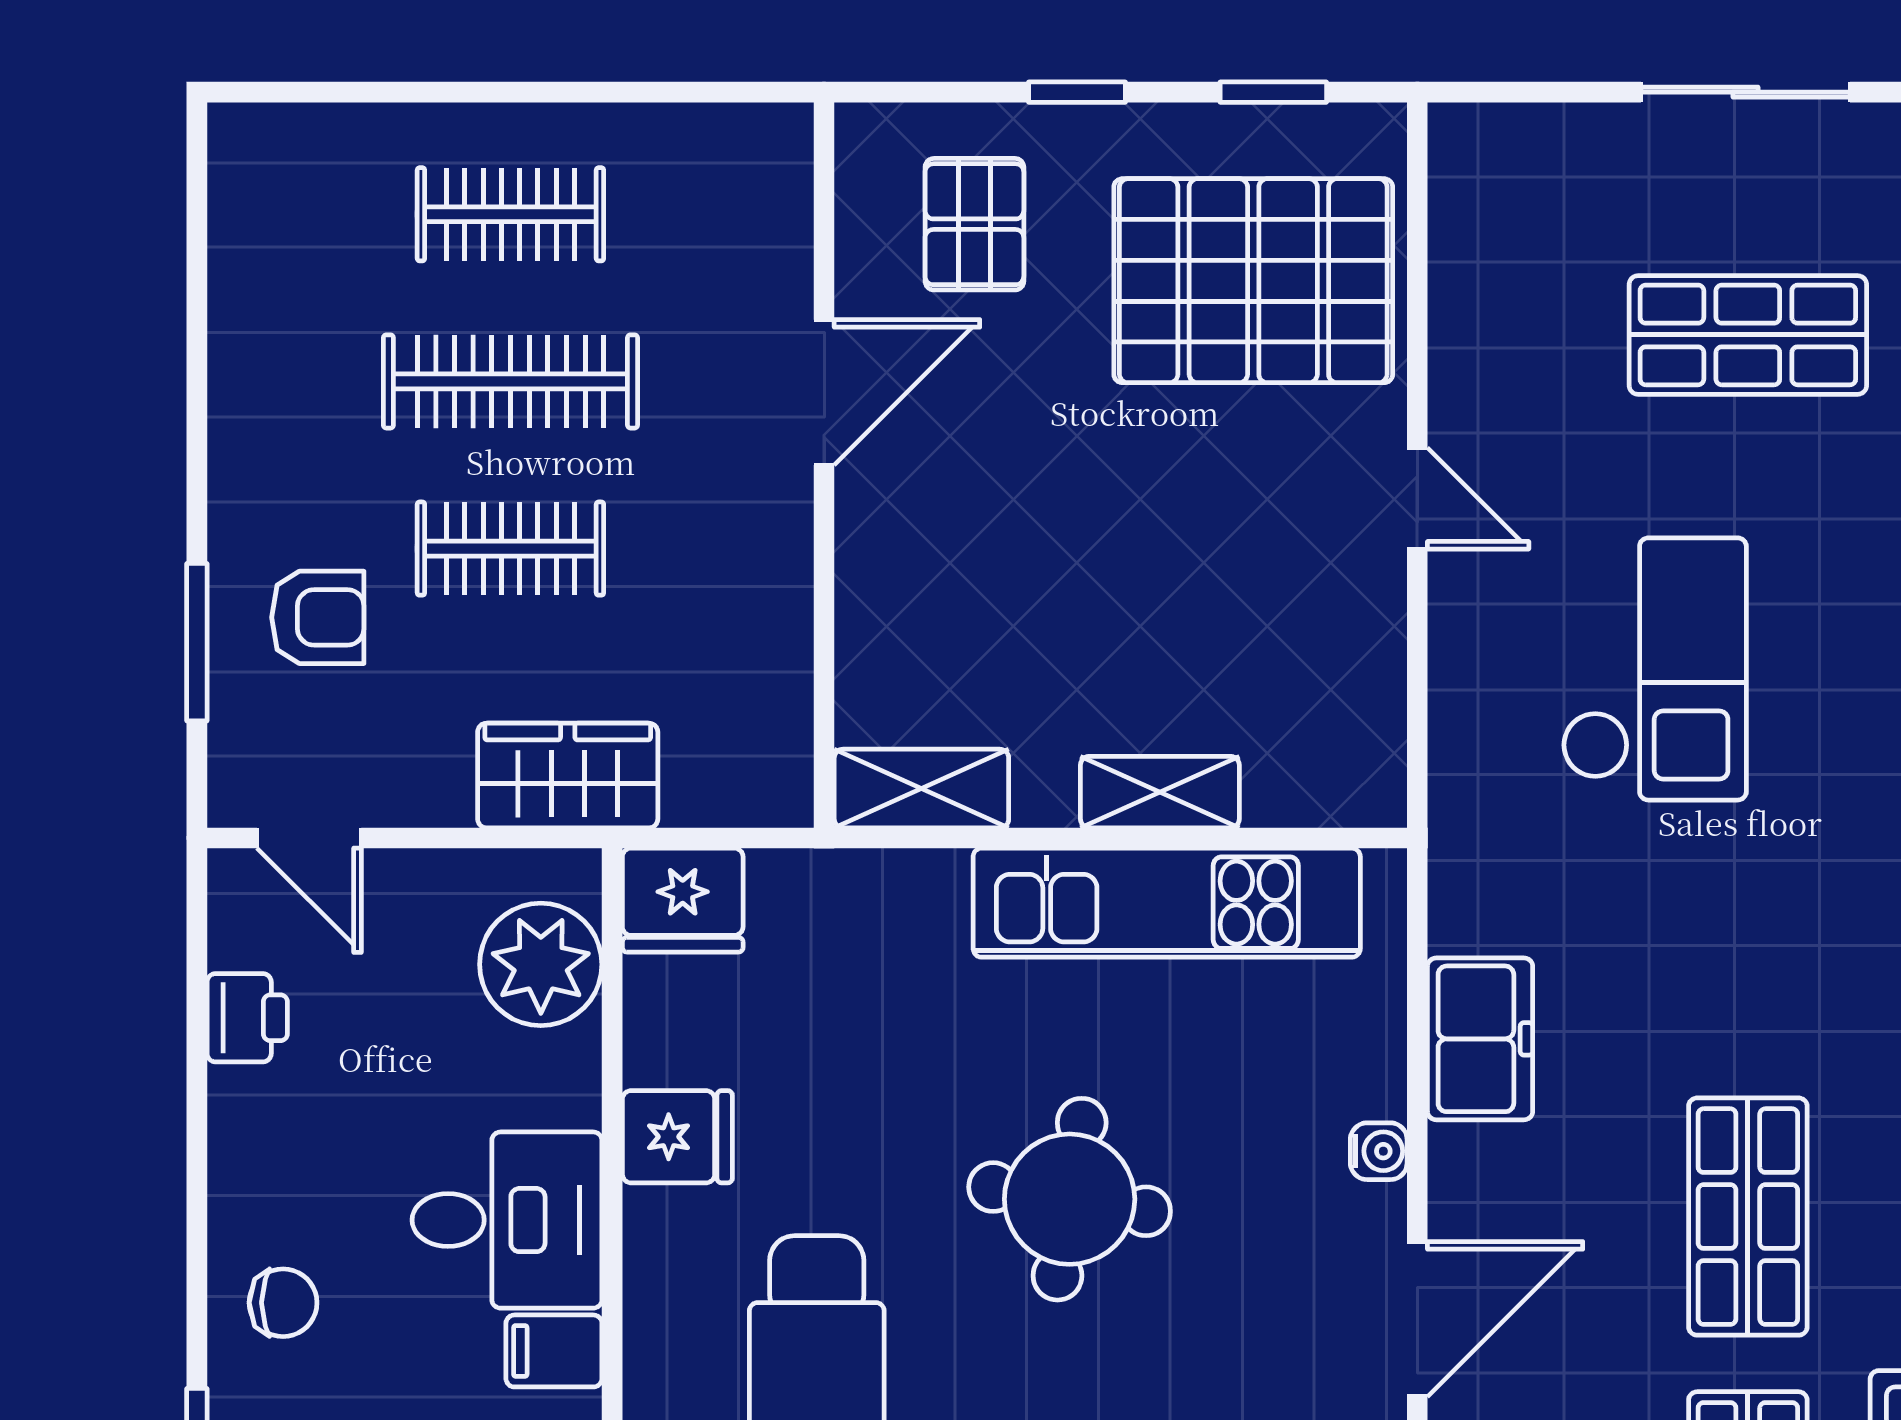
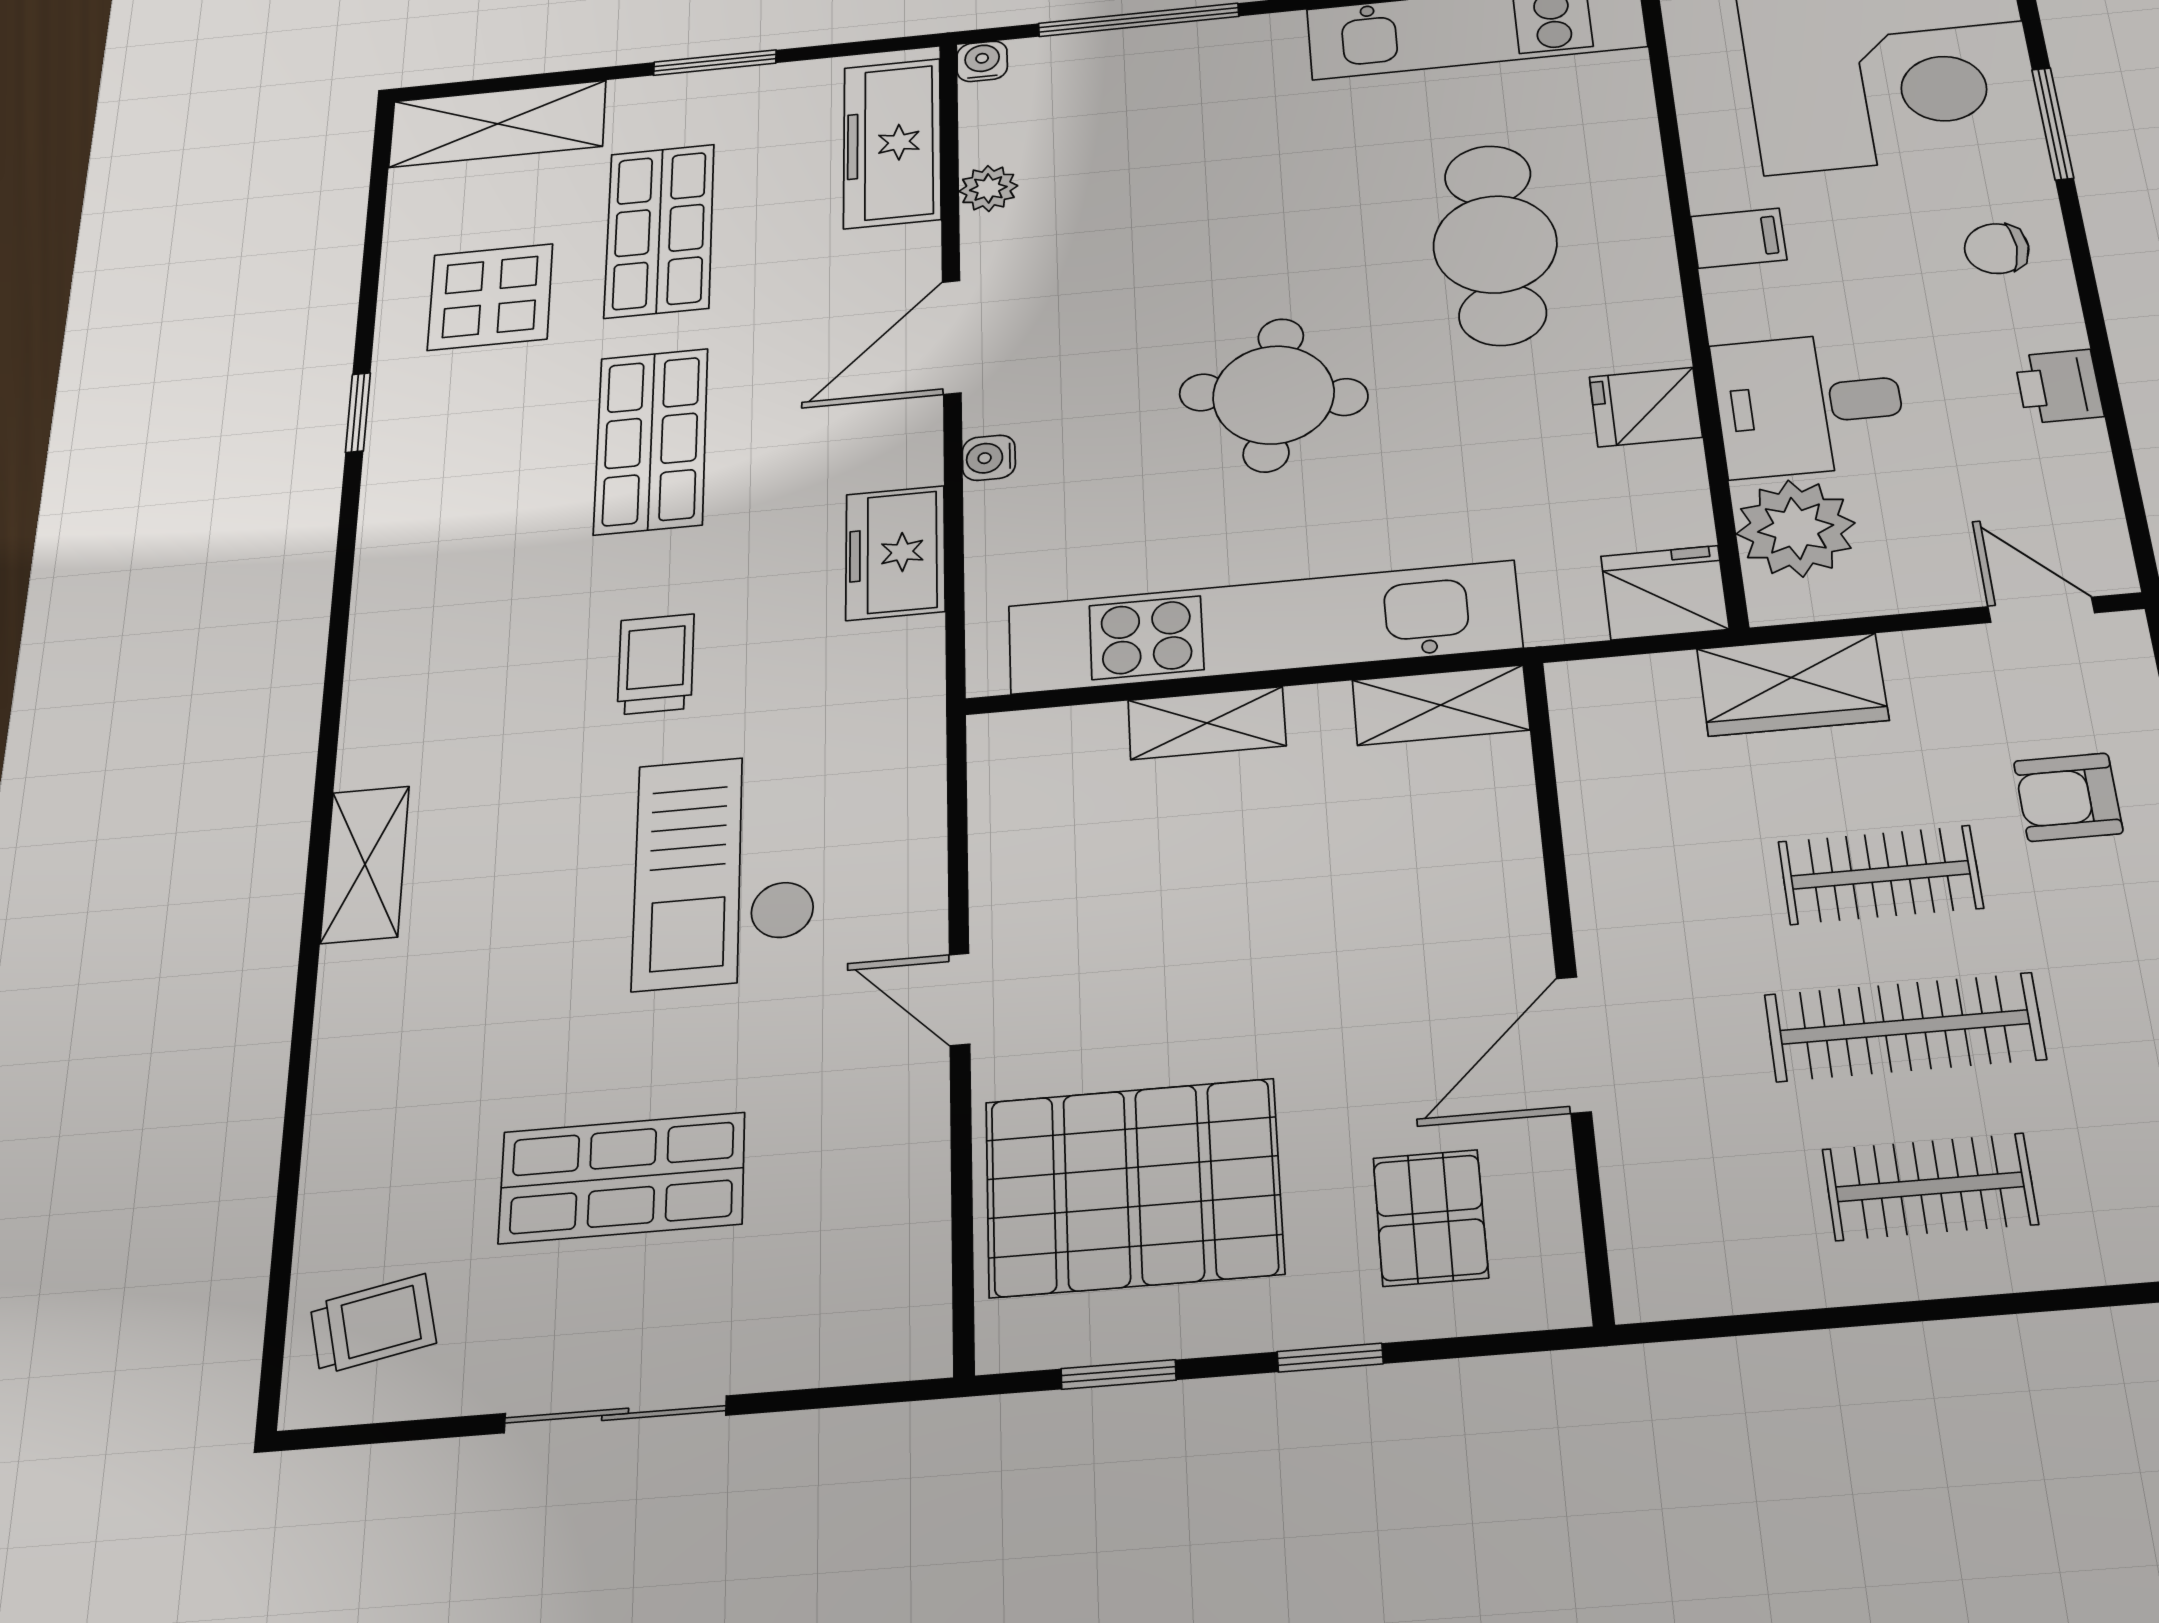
kitchen unit: (1167, 903) -> (1263, 627), width x1.36
trolley: (1734, 925) -> (656, 664), added
printer: (247, 1018) -> (2059, 386), moved
desk: (507, 1220) -> (1809, 404), moved

